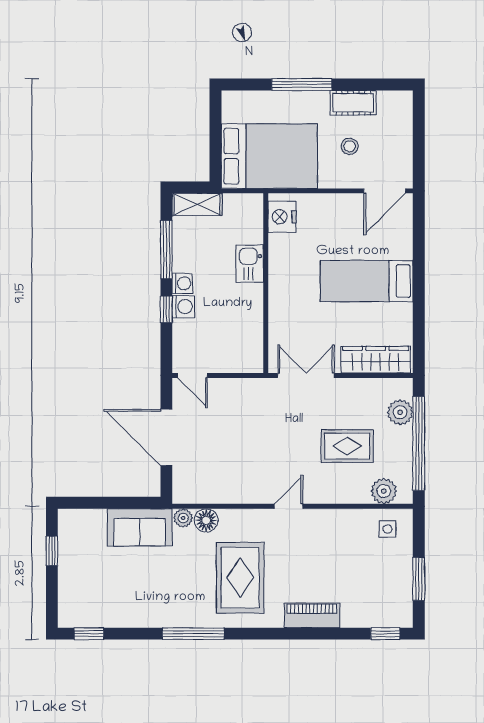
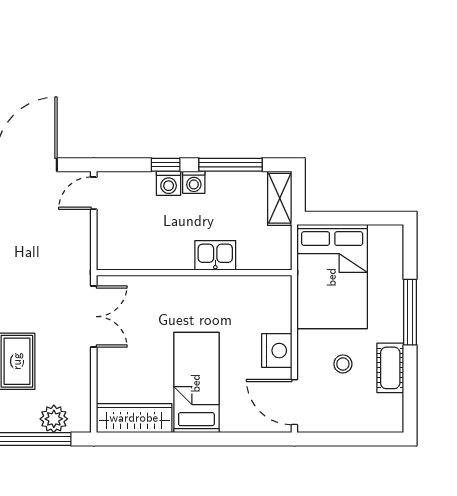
nightstand: (282, 217) -> (277, 351), moved, turned 90
wardrobe: (376, 360) -> (134, 418), moved, turned -90

